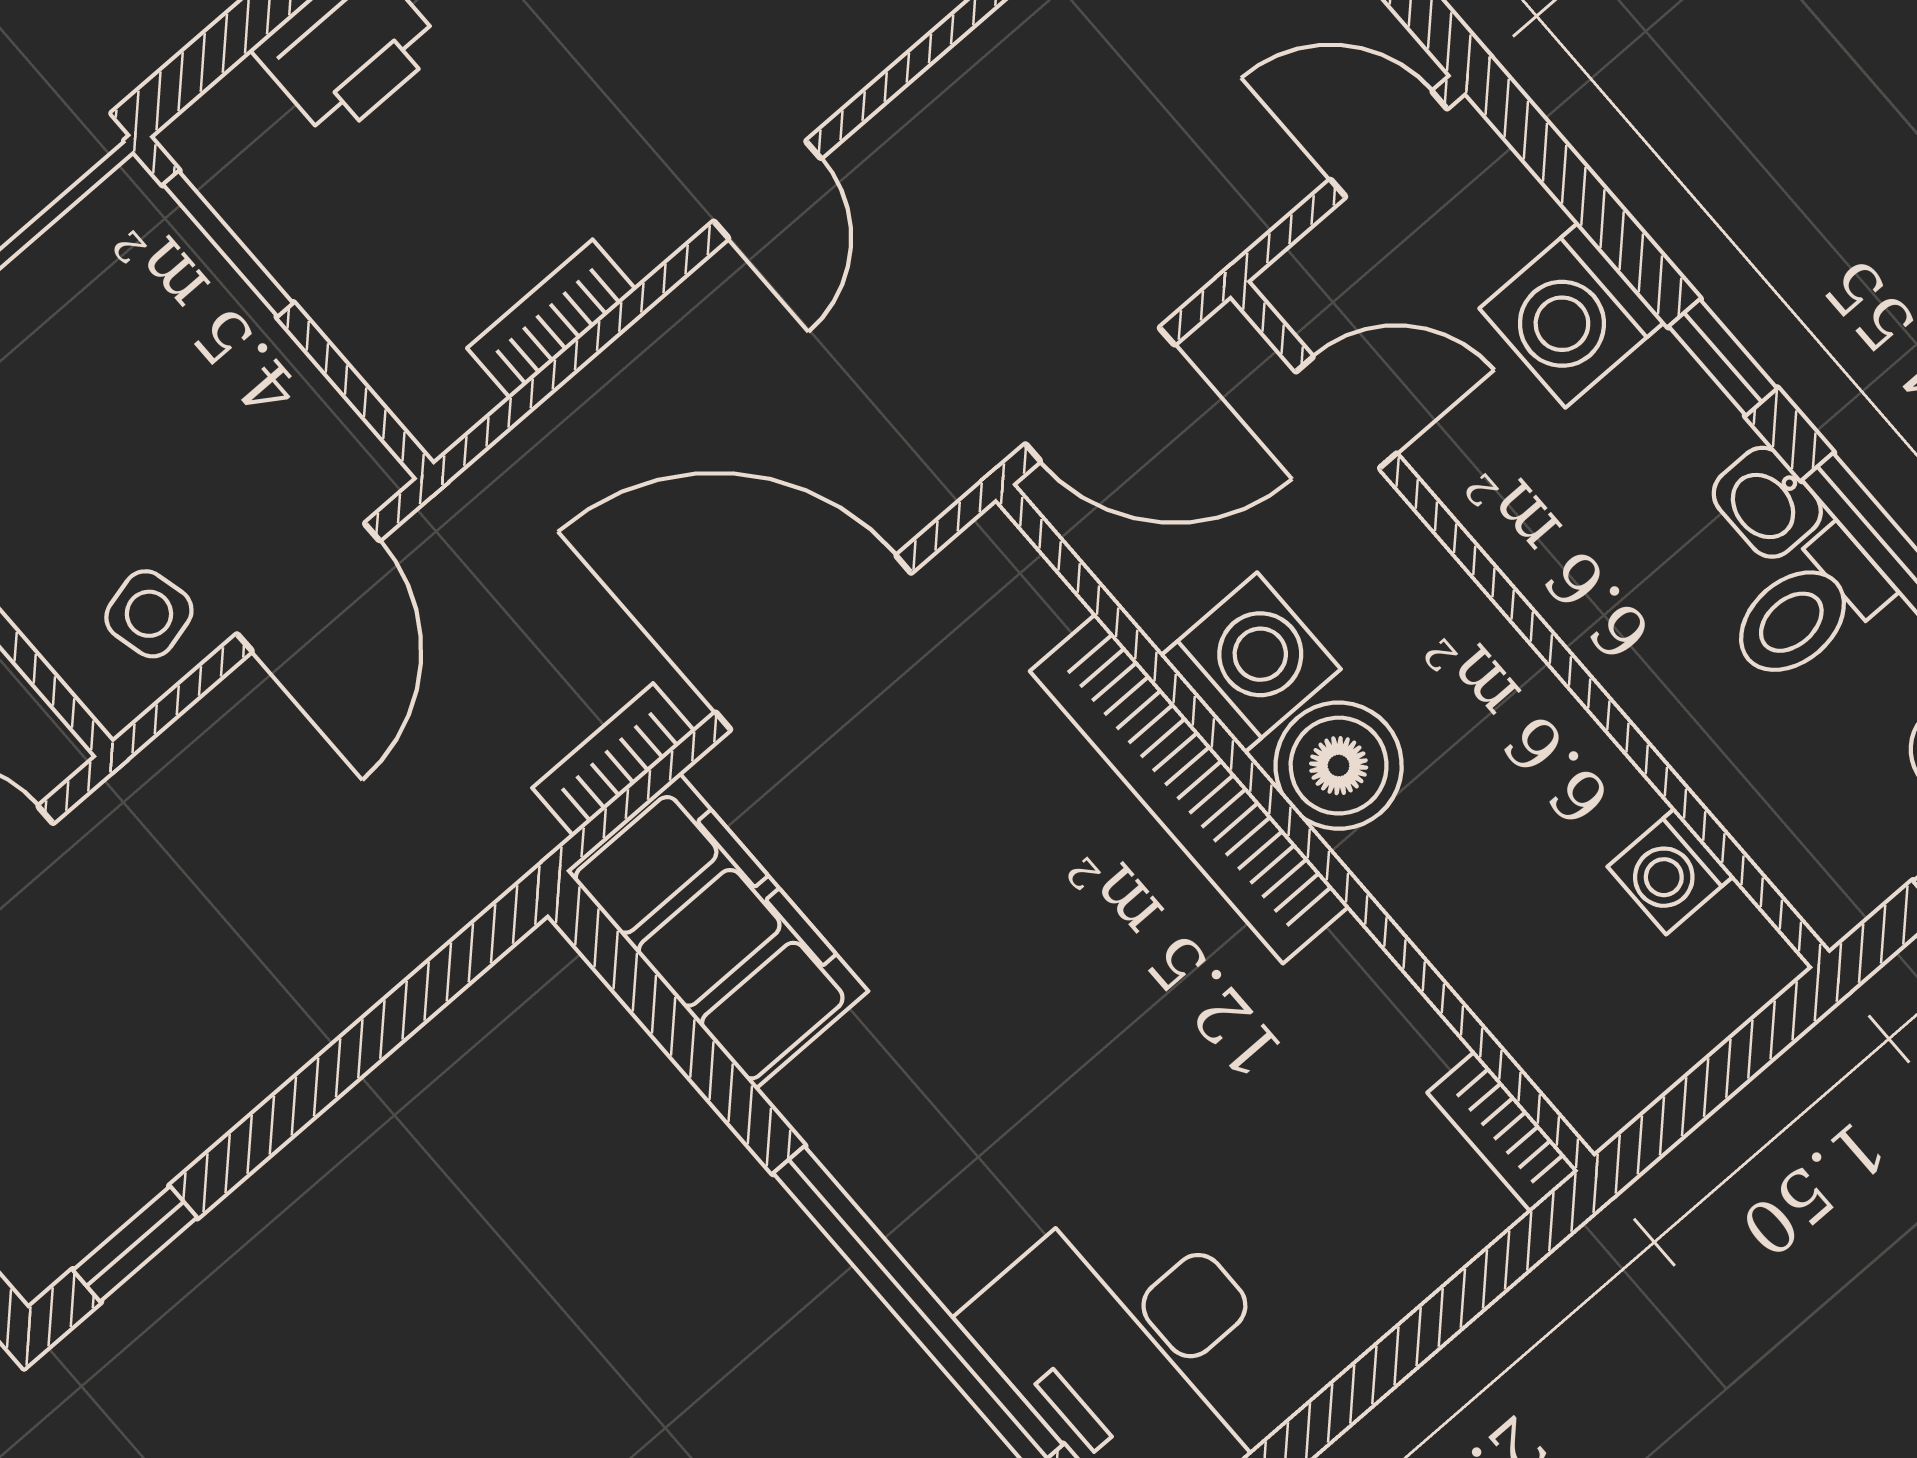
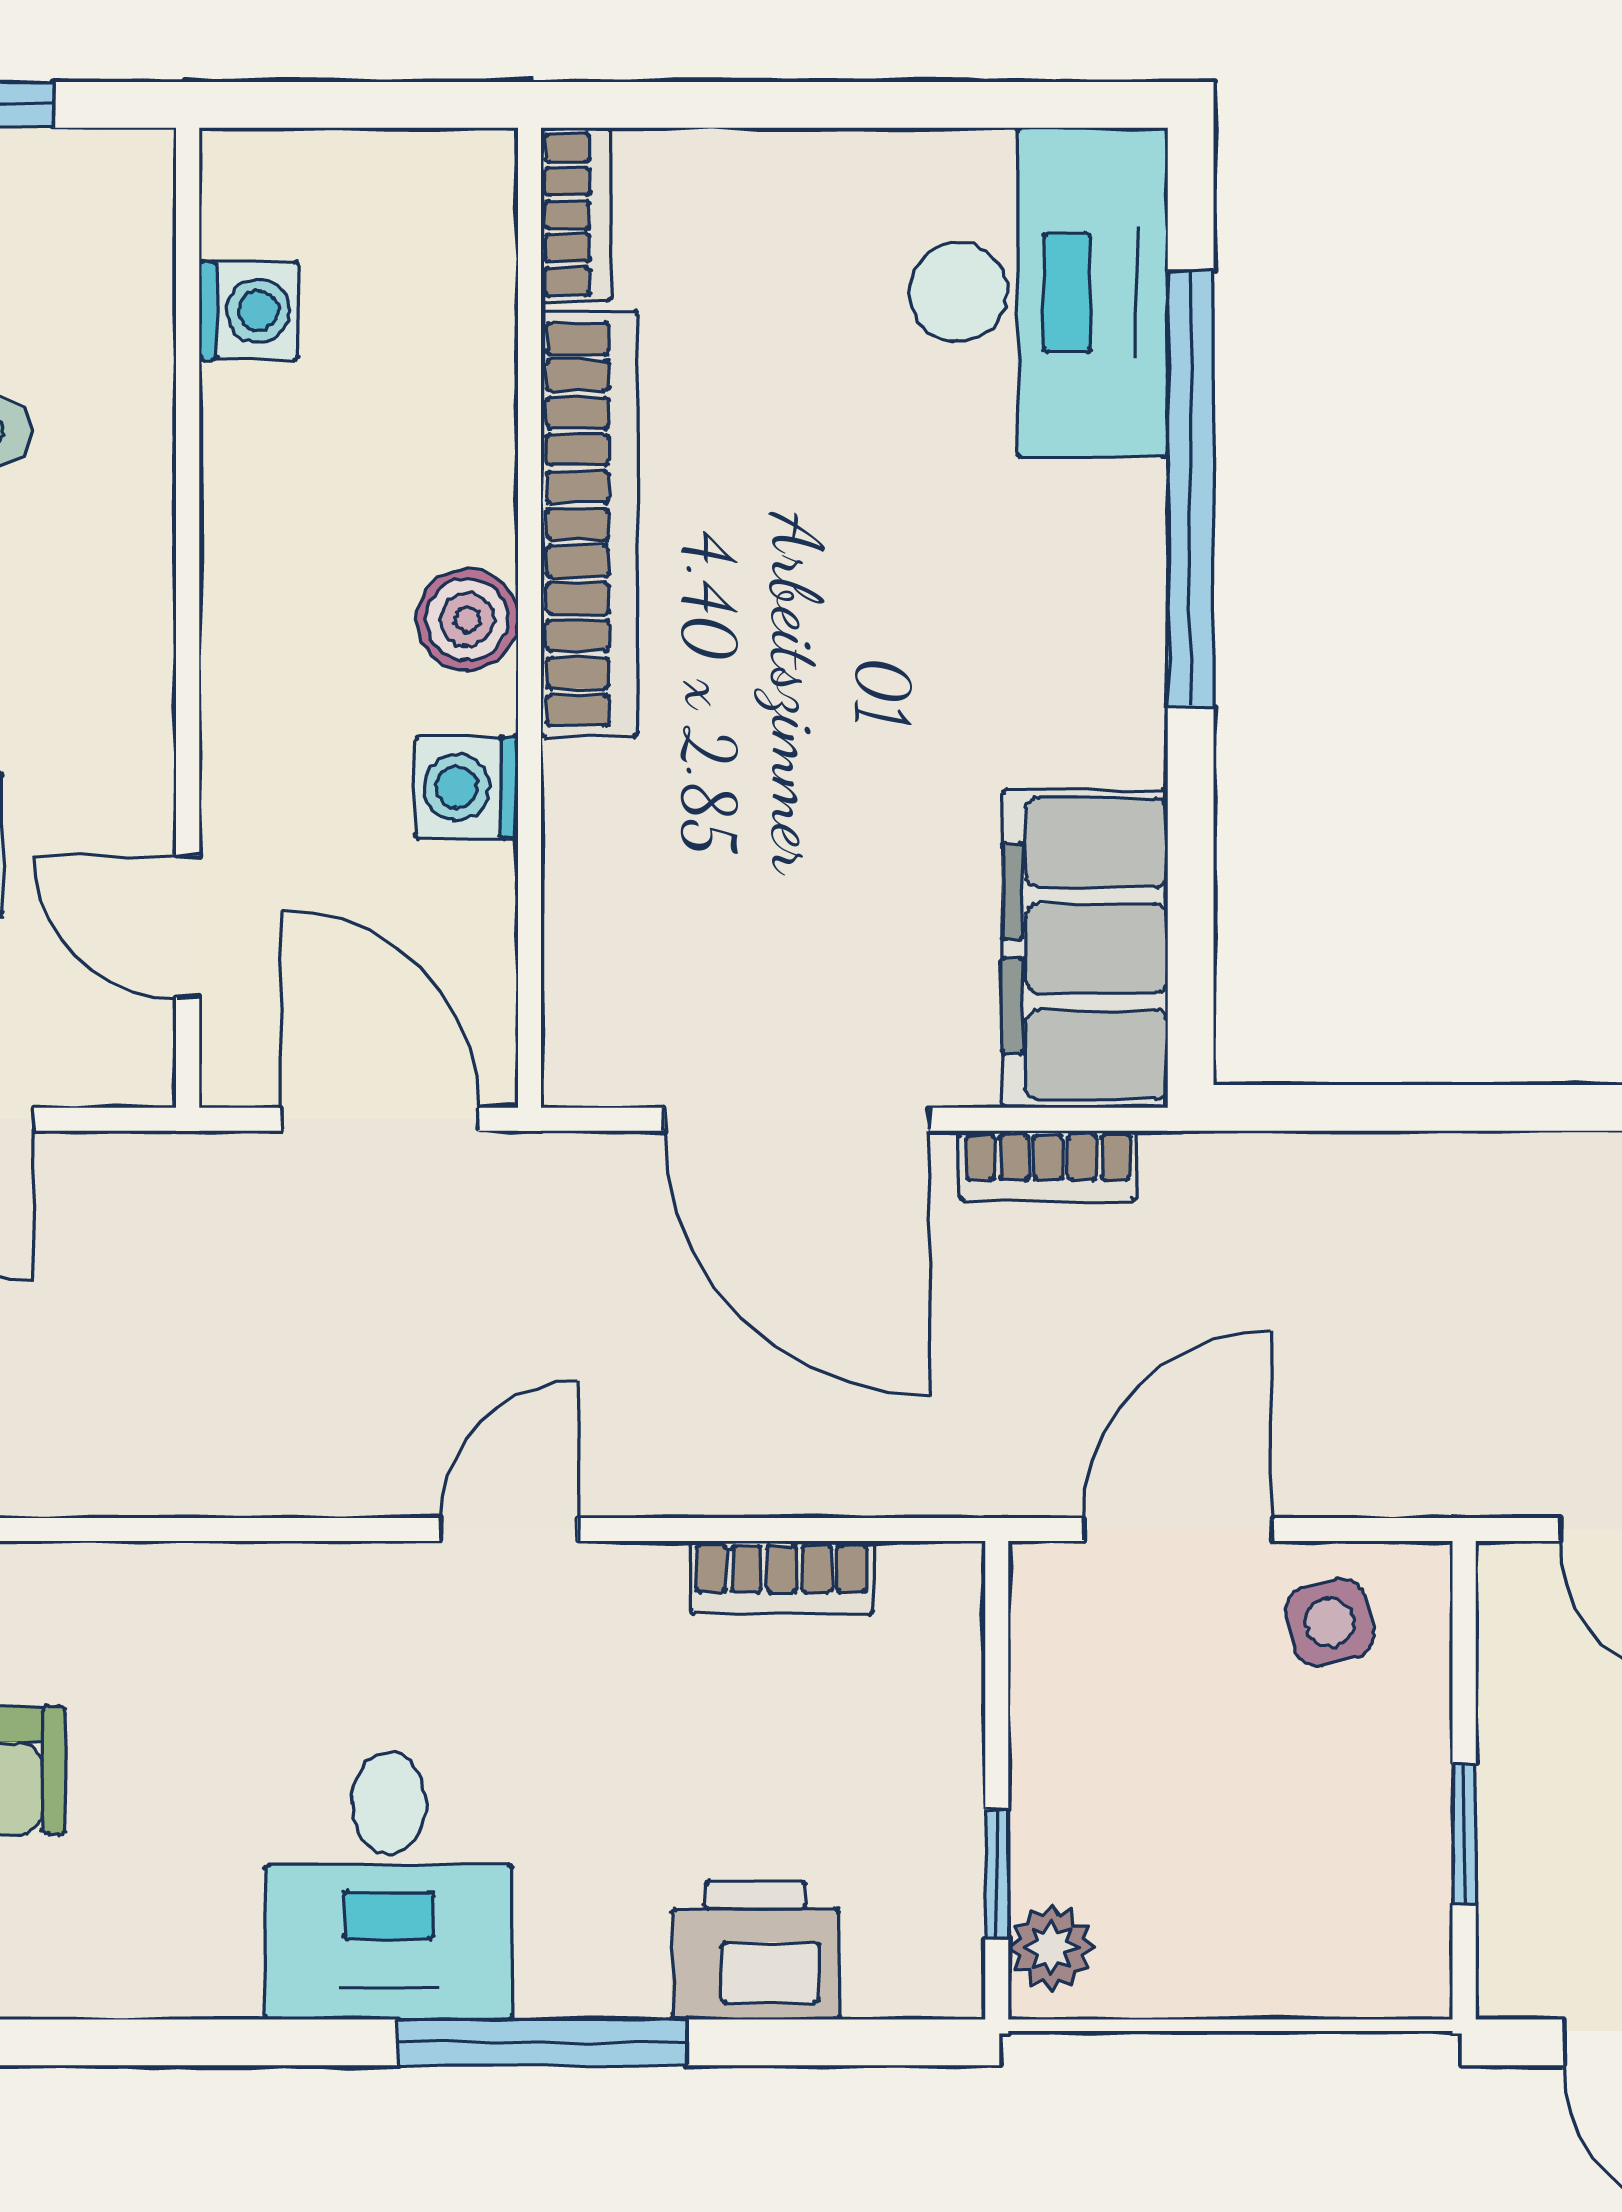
plant: (147, 225) -> (1051, 1947), added
window: (228, 244) -> (997, 1873), width x0.67
washing machine: (1251, 663) -> (467, 787), width x0.73, depth x0.73
boiler: (1339, 766) -> (467, 620), width x0.73, depth x0.73
bookcase: (1190, 789) -> (589, 524), moved

